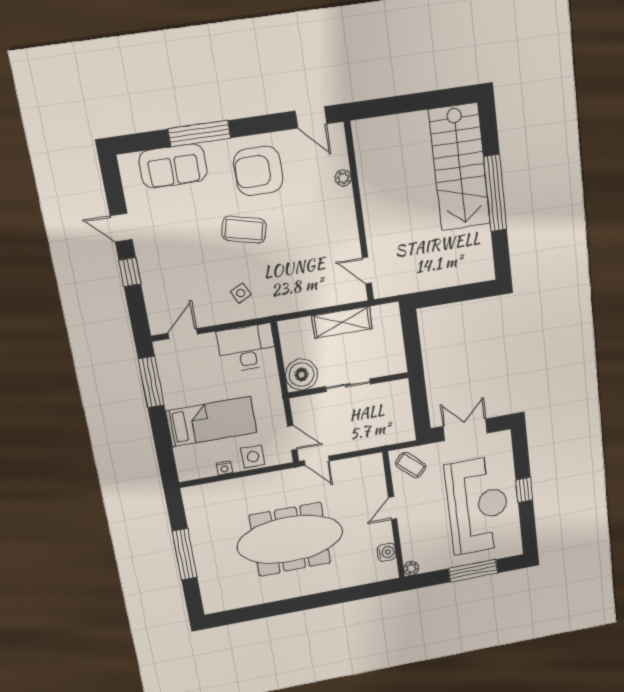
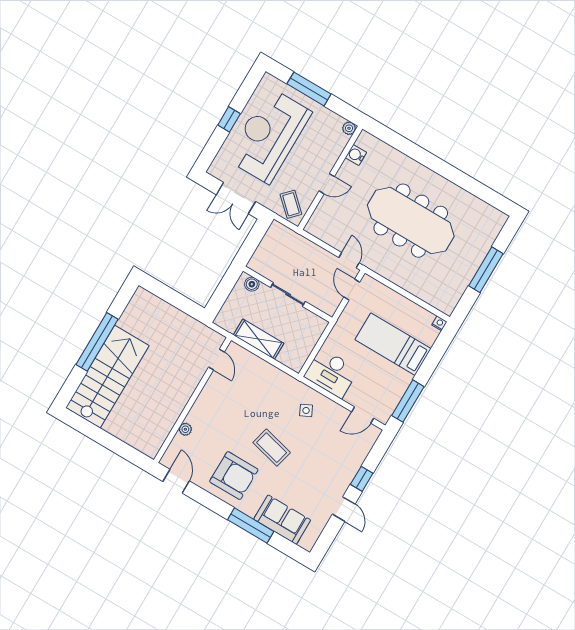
boiler: (302, 375) -> (252, 284), moved, width x0.54, depth x0.54
side table: (253, 457) -> (387, 299), removed
nightstand: (224, 468) -> (439, 323), moved

